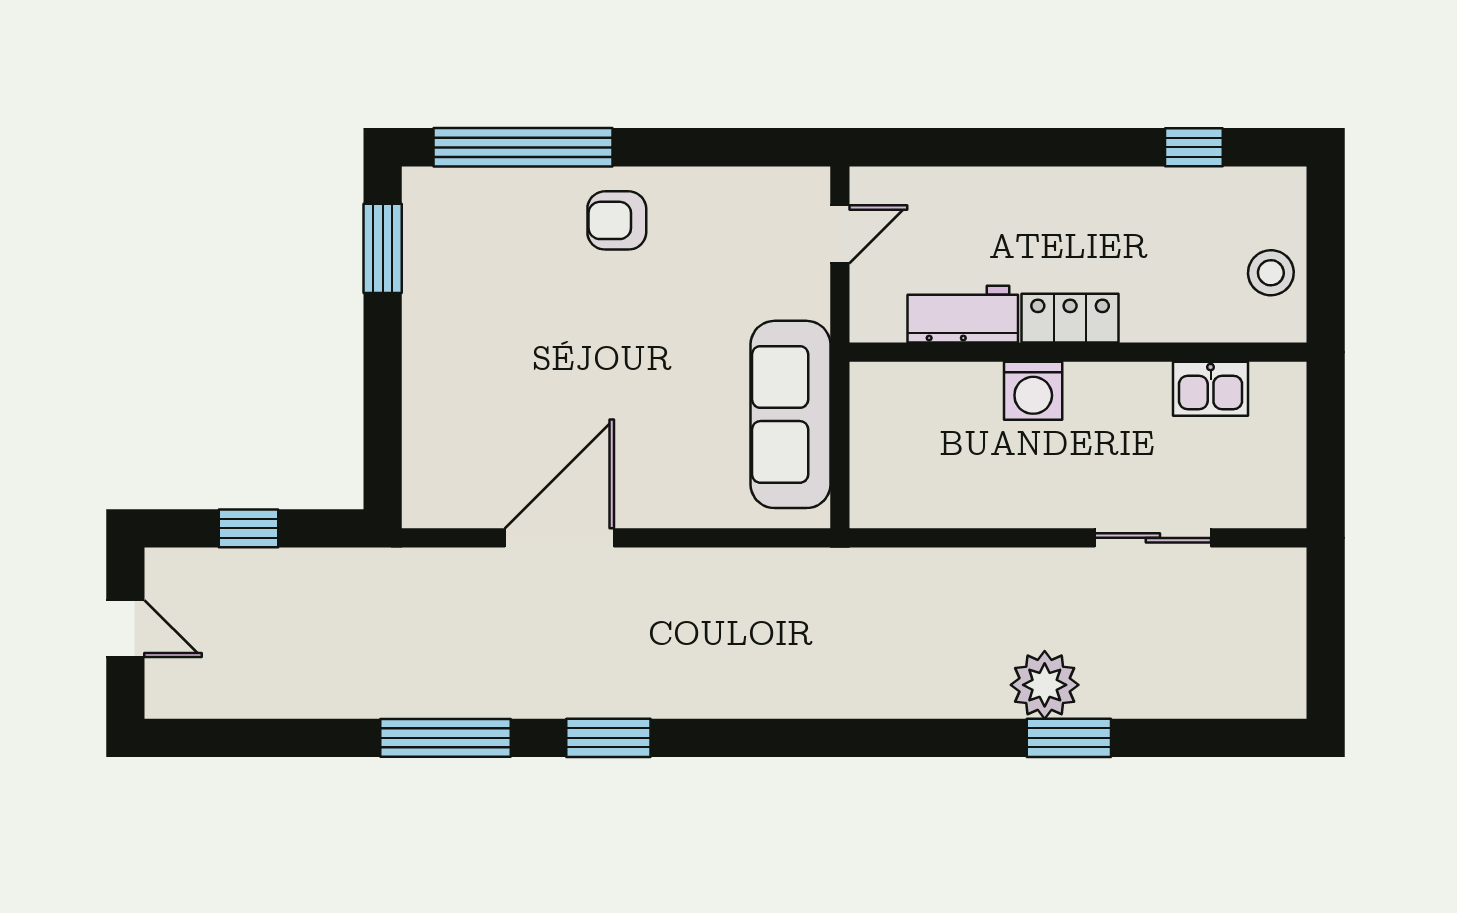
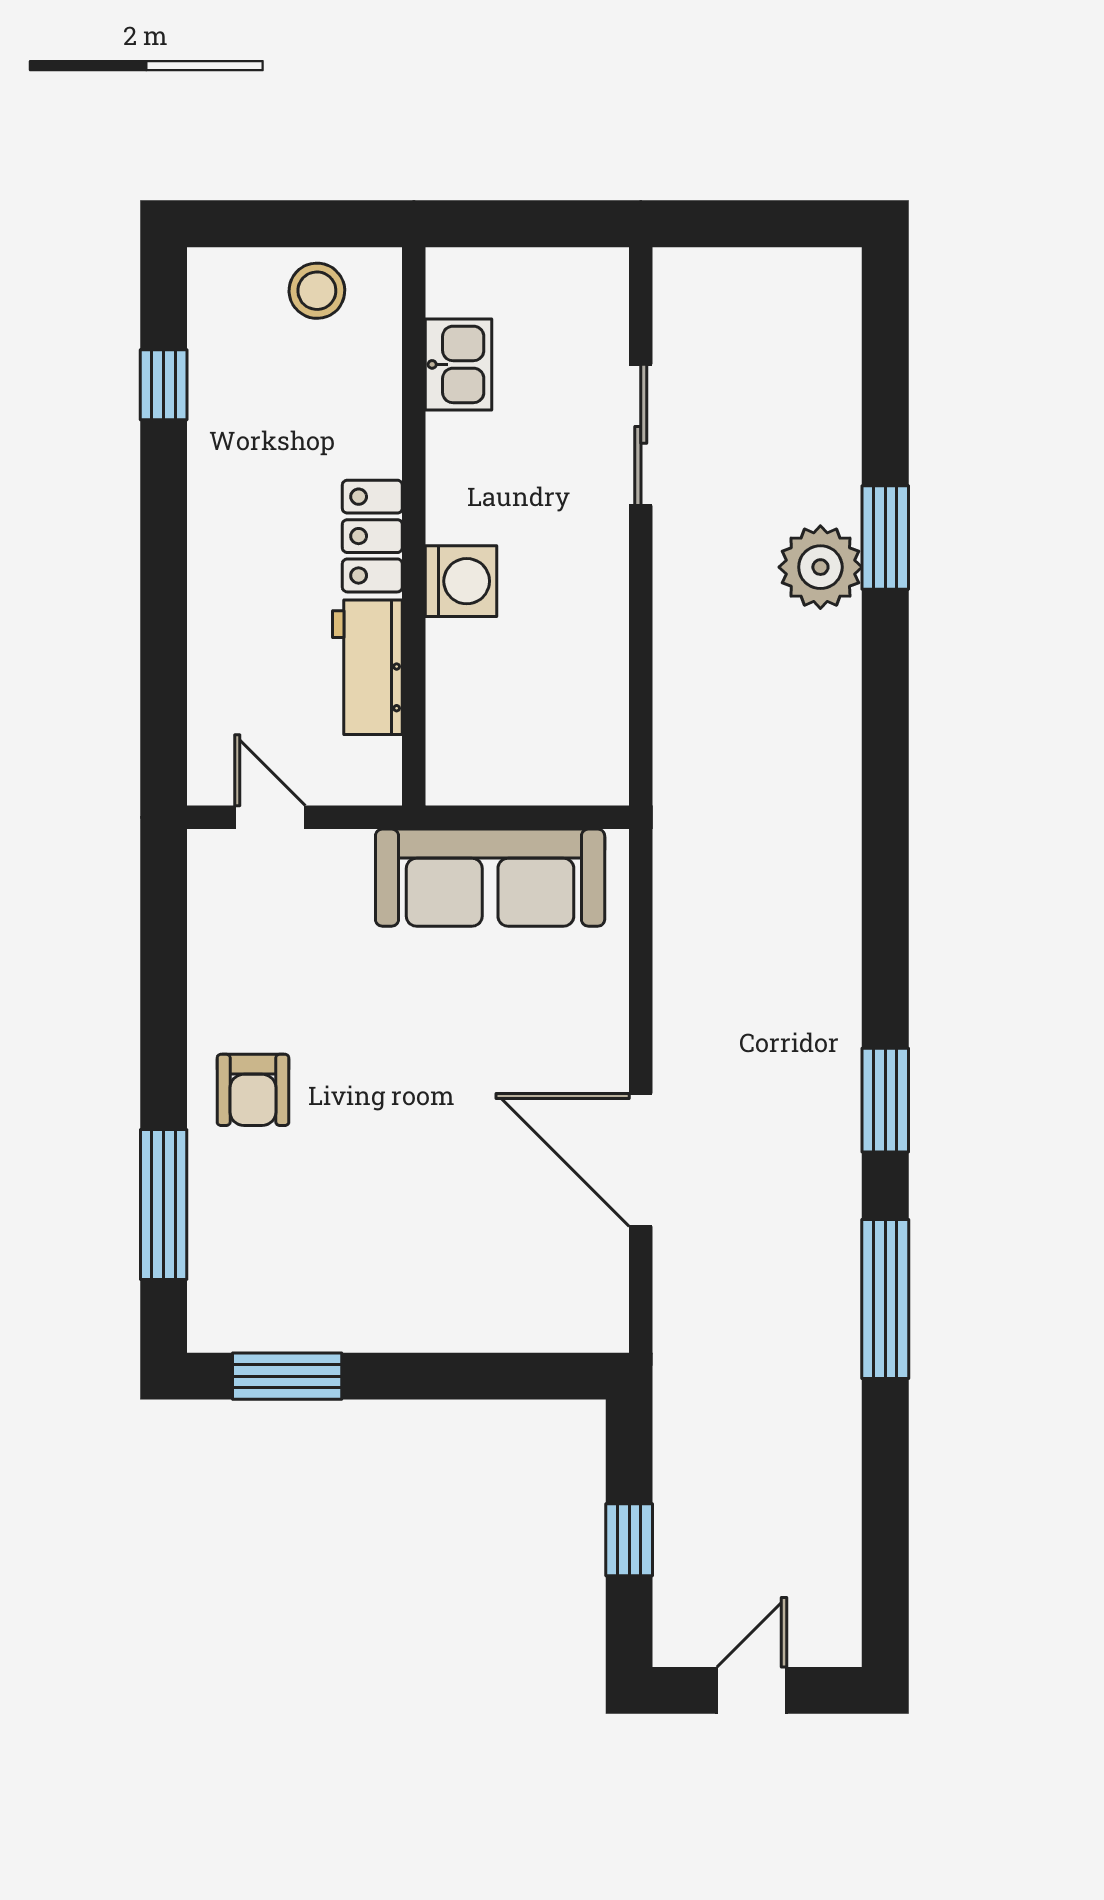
window: (523, 147) -> (164, 1205), width x0.68

